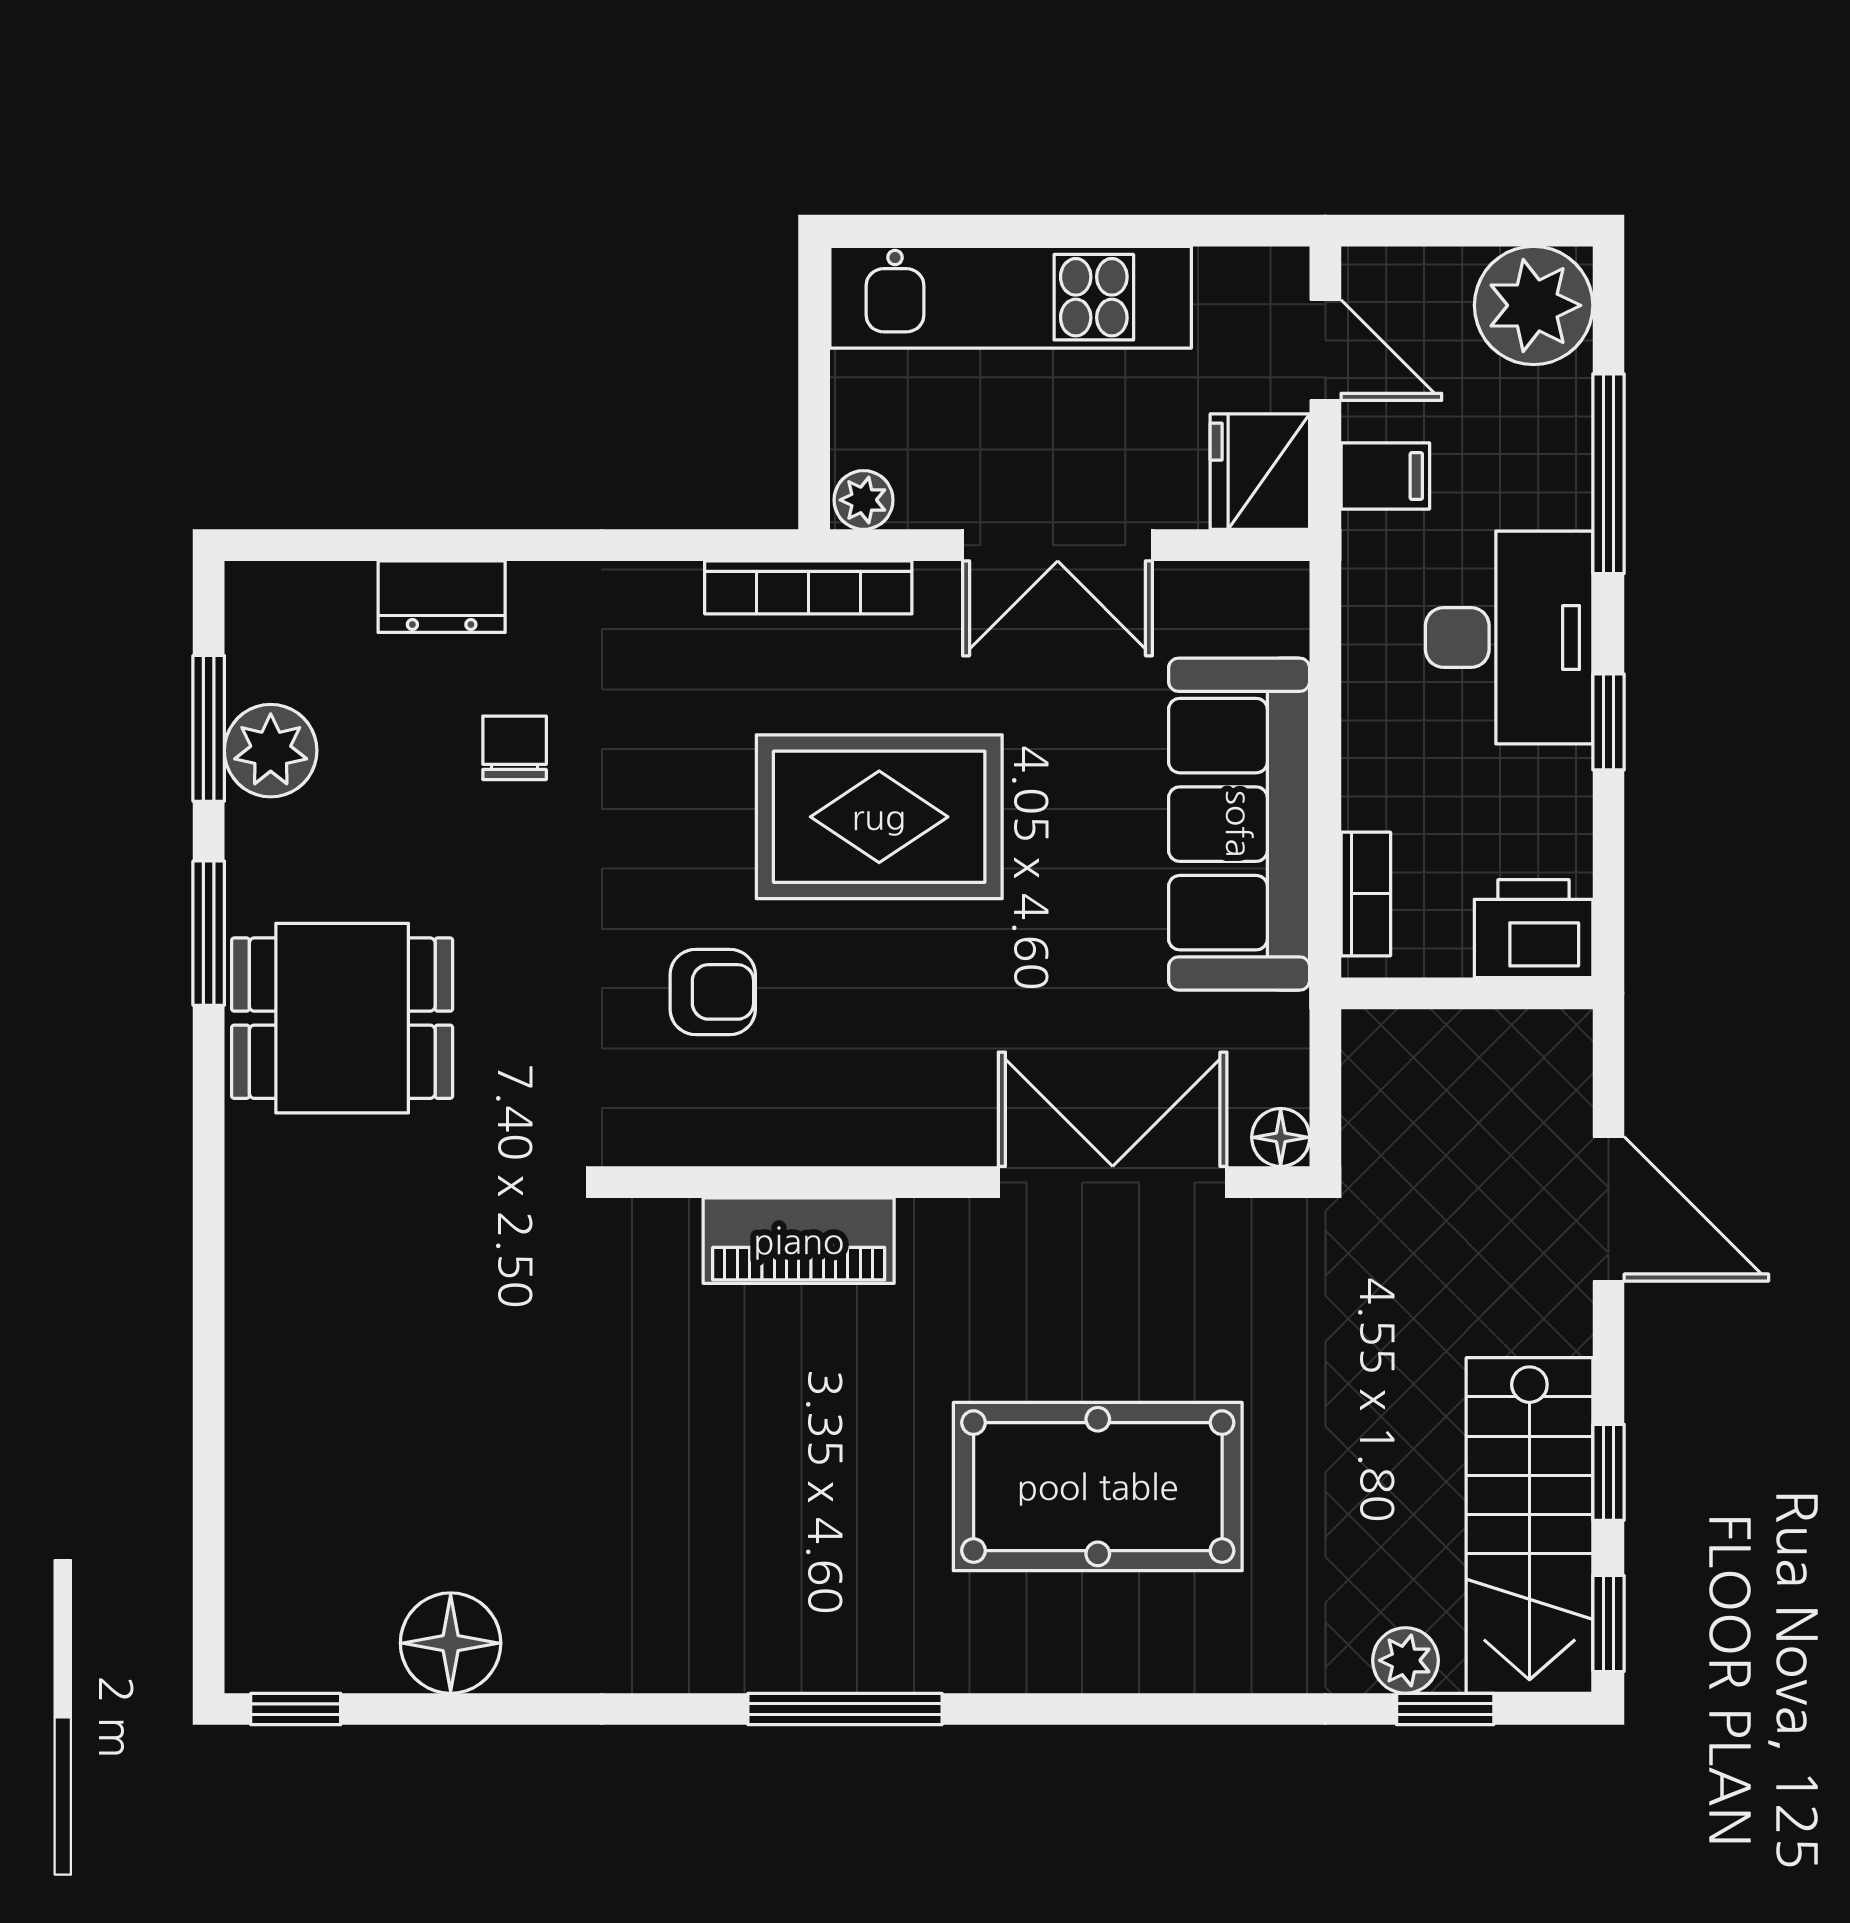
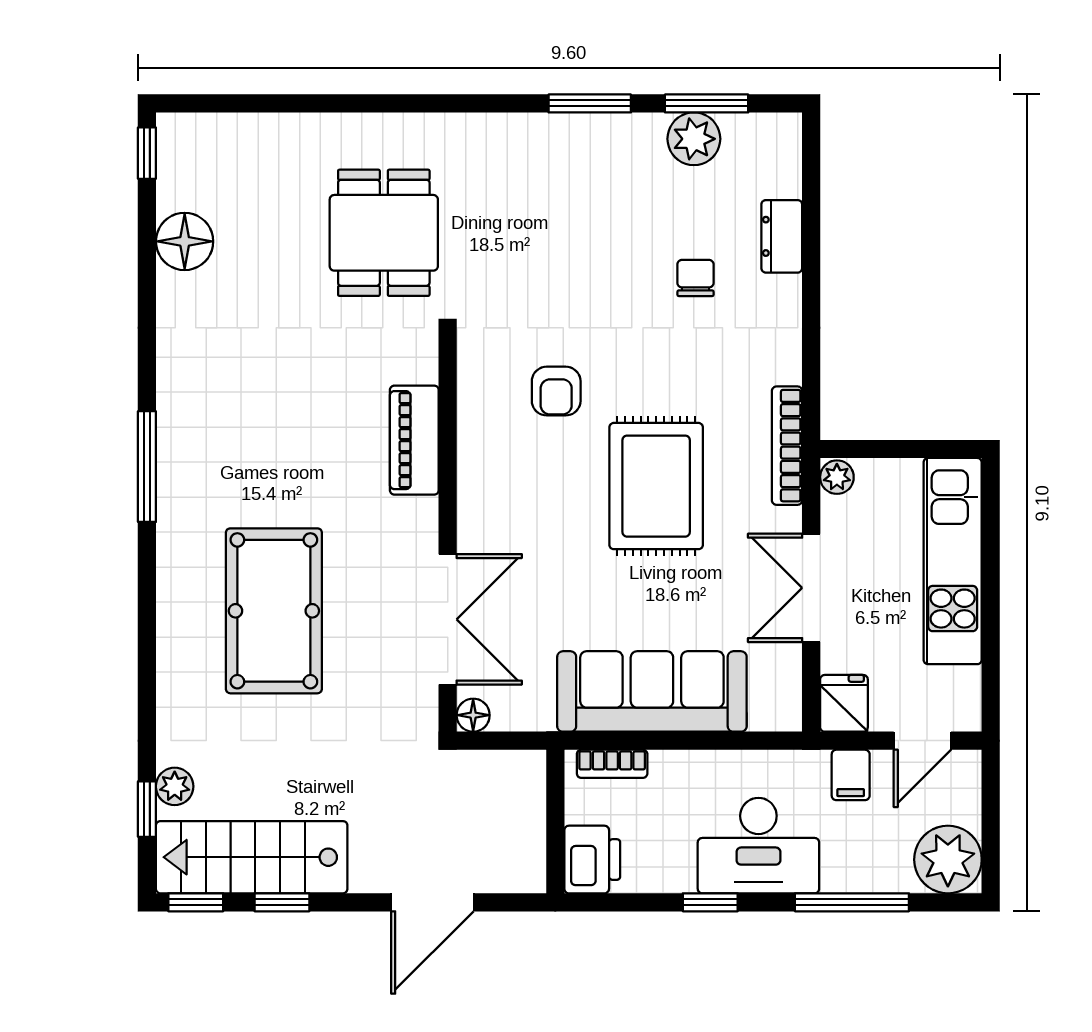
fridge: (1260, 472) -> (844, 703), width x0.72
chair: (515, 748) -> (695, 278), turned -90
dining table: (342, 1018) -> (384, 233), moved

